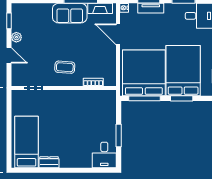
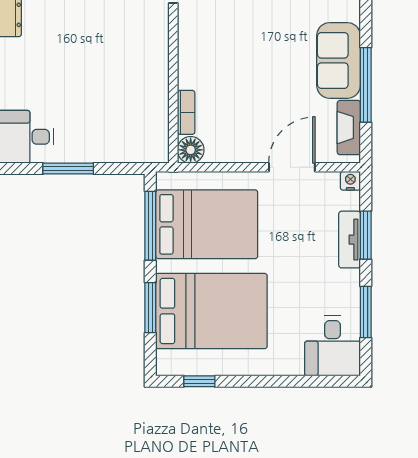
coffee table: (65, 67) -> (219, 50), removed
bed: (144, 73) -> (207, 224), width x0.73
floor lamp: (110, 80) -> (191, 150), added

